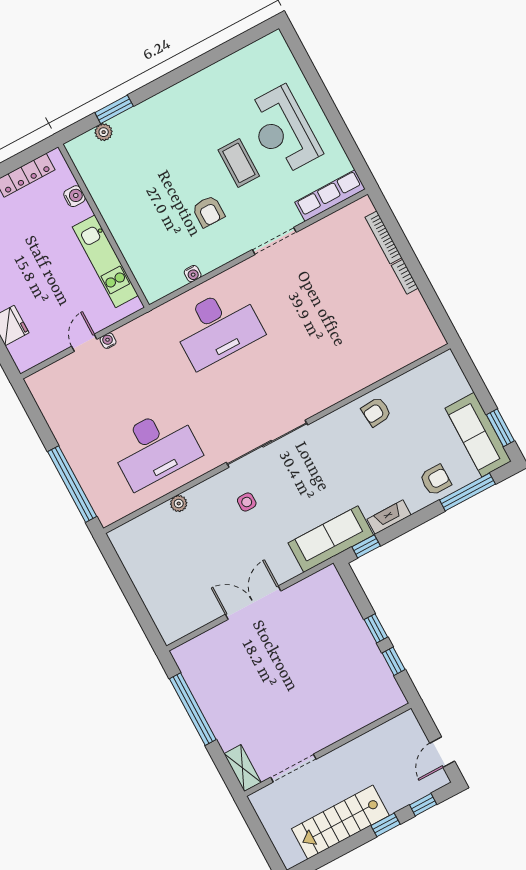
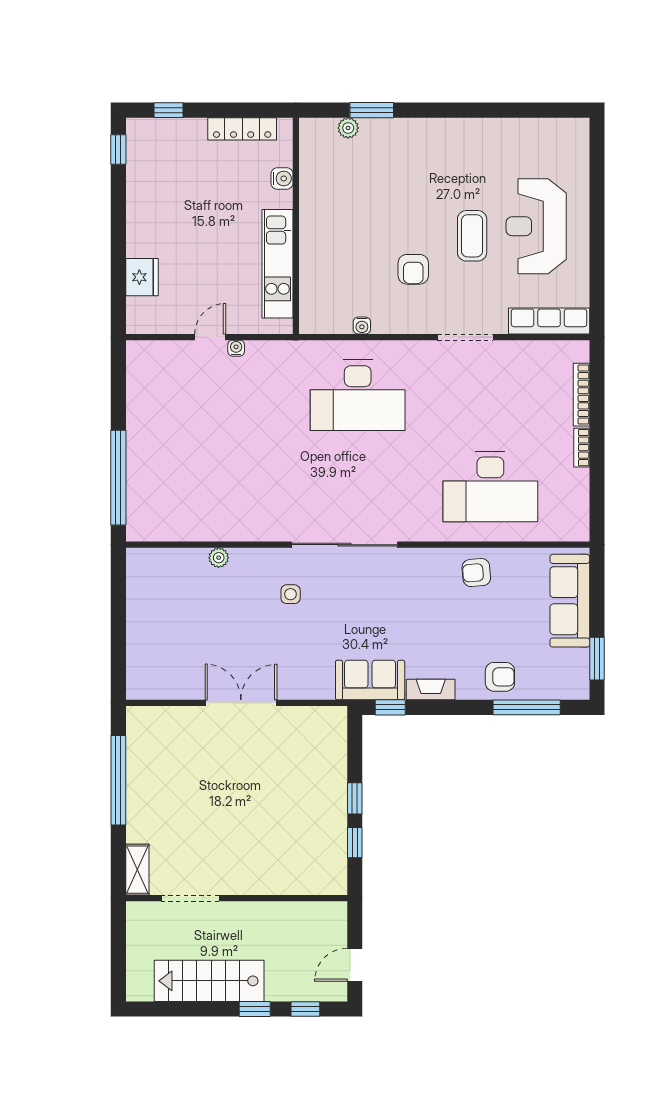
sofa: (478, 435) -> (570, 601), moved
desk: (155, 448) -> (490, 486), moved
sofa: (331, 539) -> (370, 680), width x0.73

